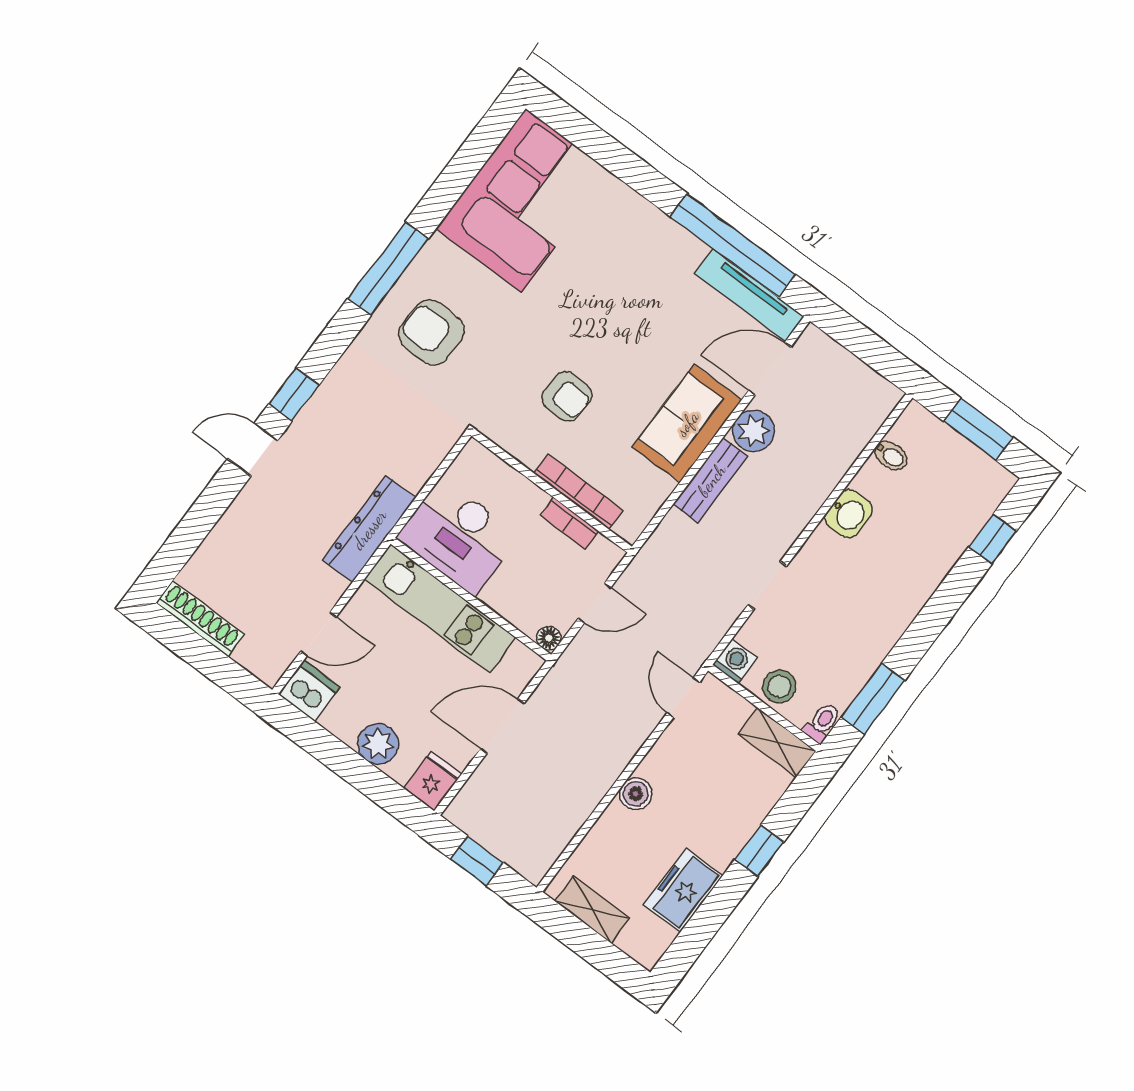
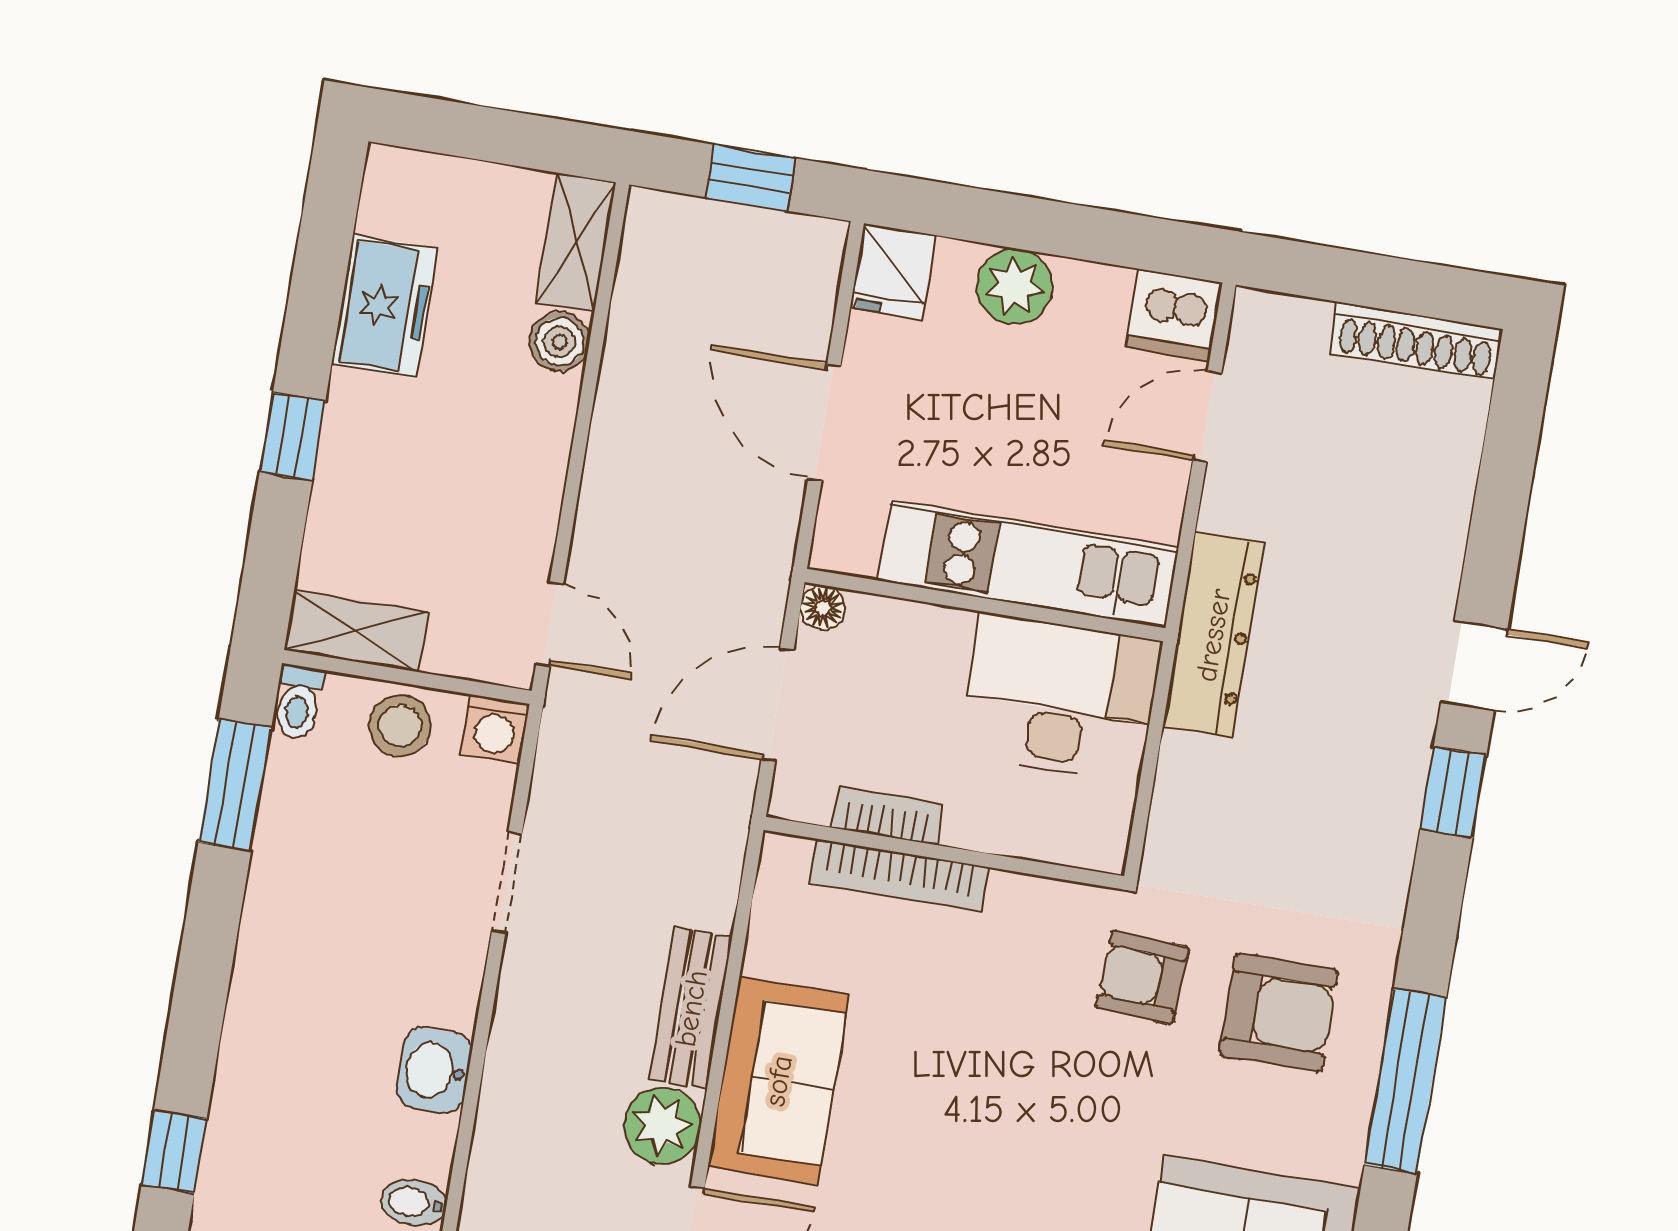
armchair: (567, 396) -> (1142, 978), moved
door: (594, 603) -> (778, 705), width x1.37
door: (502, 726) -> (824, 422), swing flipped
boiler: (636, 794) -> (560, 342), moved
shelving: (592, 909) -> (576, 242), moved, turned 90

